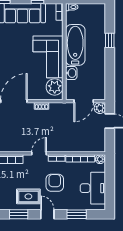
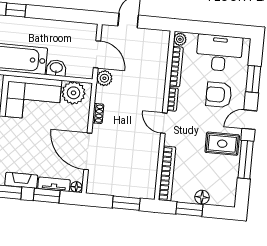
plant: (100, 108) -> (104, 78), moved
armchair: (55, 183) -> (219, 95), moved
rug: (28, 196) -> (222, 144), turned 90
window: (19, 214) -> (246, 160), width x1.44

